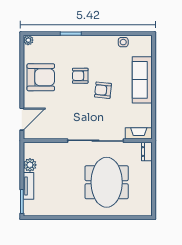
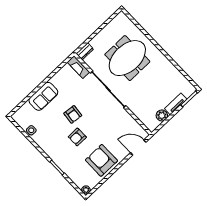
armchair: (80, 76) -> (77, 137), turned 90
sofa: (142, 80) -> (43, 96), width x0.73

